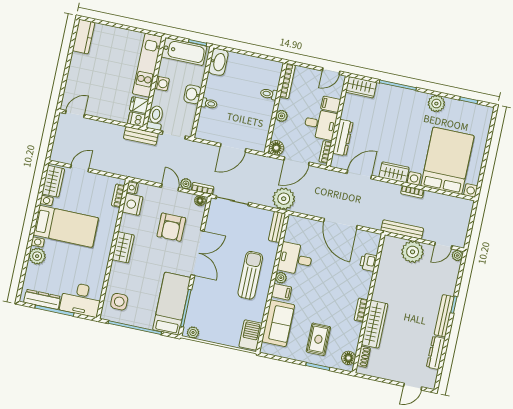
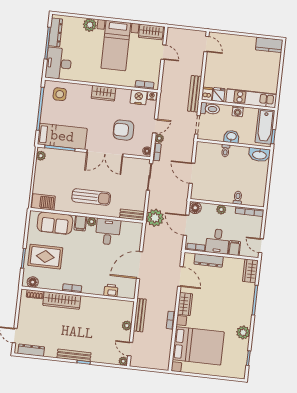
bench: (141, 136) -> (195, 94), width x1.36
plant: (413, 252) -> (127, 326), width x0.53, depth x0.53
rug: (318, 339) -> (45, 257), width x1.36, depth x1.43
dresser: (436, 353) -> (31, 350), moved

